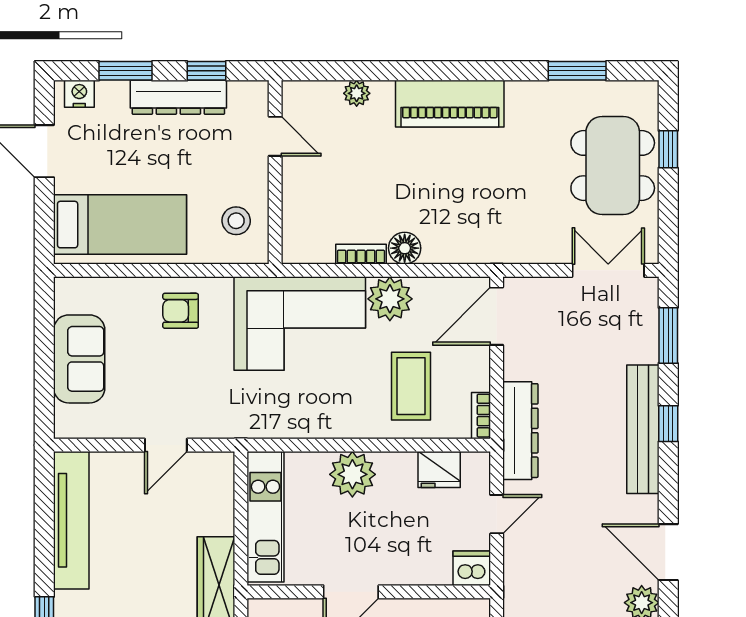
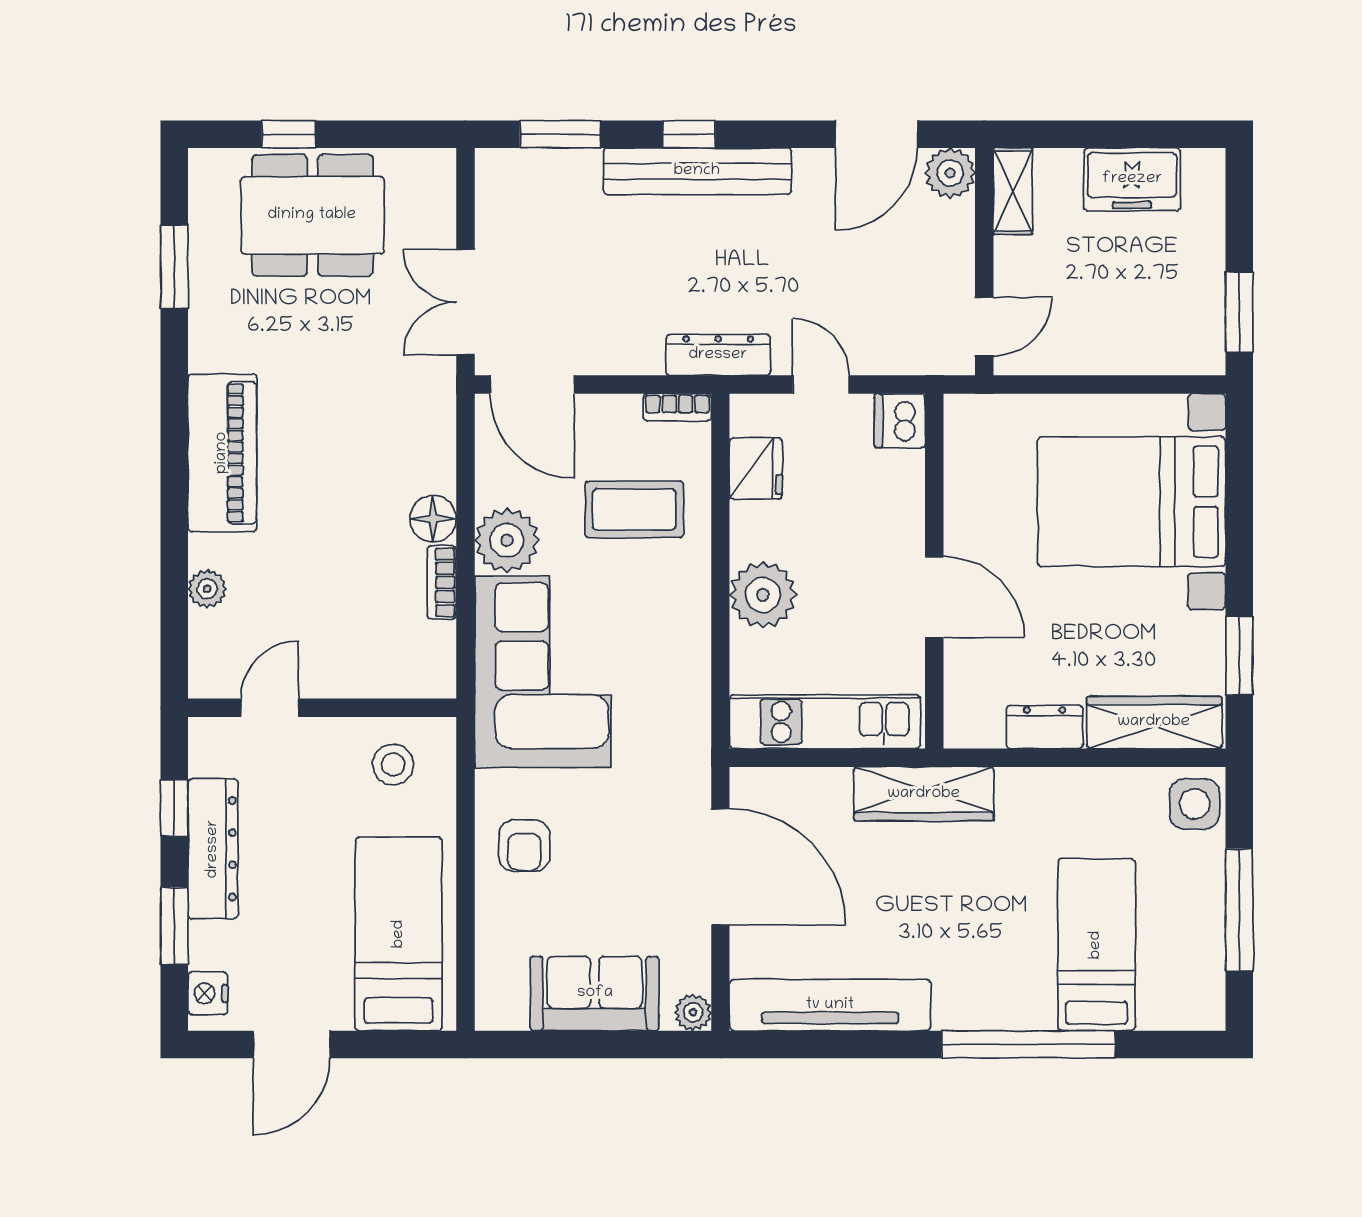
double door: (608, 270) -> (466, 302), moved
plant: (66, 426) -> (693, 1013), added
dresser: (520, 431) -> (718, 355), width x0.73, depth x0.80
door: (166, 445) -> (720, 867), width x1.87

